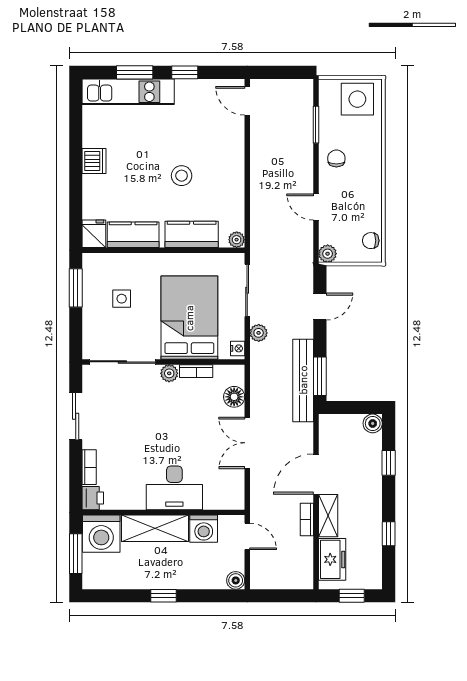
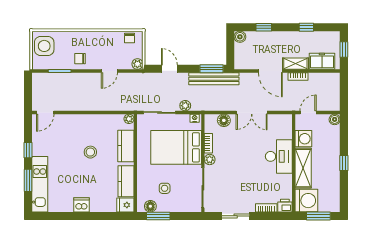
floor lamp: (92, 275) -> (150, 206), added

